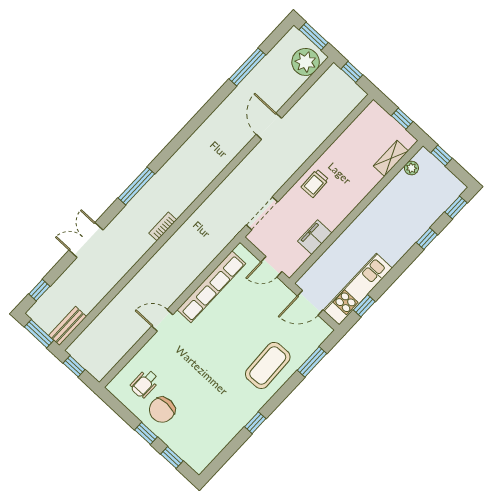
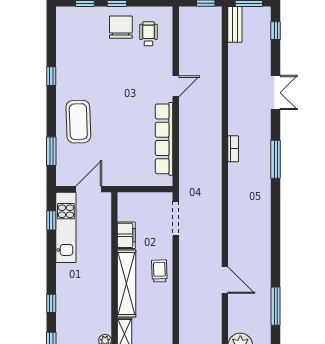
shelving: (351, 198) -> (127, 283), added
door: (271, 267) -> (137, 189), removed

